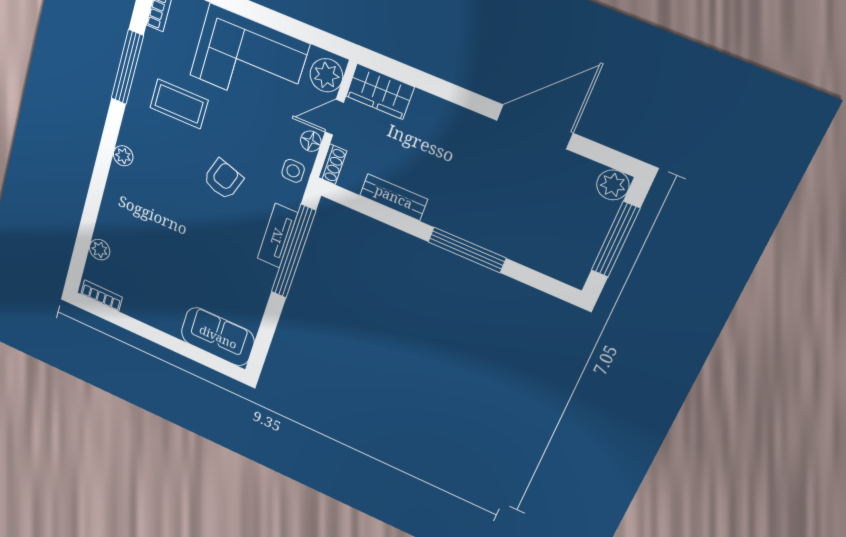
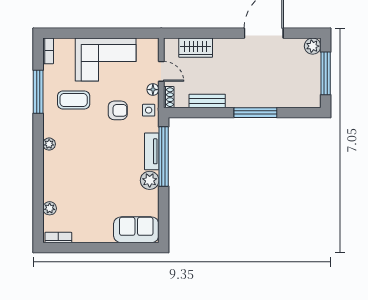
plant: (326, 75) -> (150, 180), moved
wardrobe: (380, 92) -> (196, 48), moved
door: (334, 117) -> (161, 71), swing flipped
armchair: (223, 179) -> (118, 110), moved, turned 72

